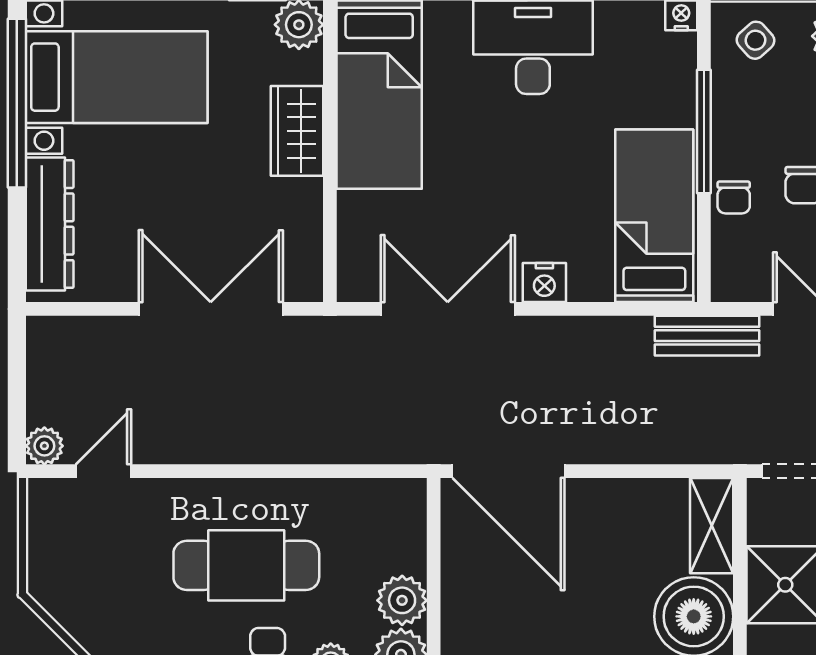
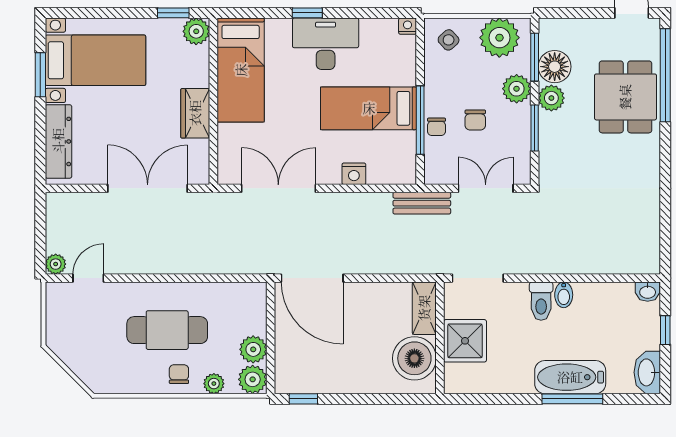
window: (17, 103) -> (40, 75), width x0.47
wardrobe: (297, 131) -> (195, 113), moved
window: (704, 131) -> (420, 120), moved
bed: (654, 216) -> (369, 108), moved, turned -90
nightstand: (544, 282) -> (354, 174), moved

